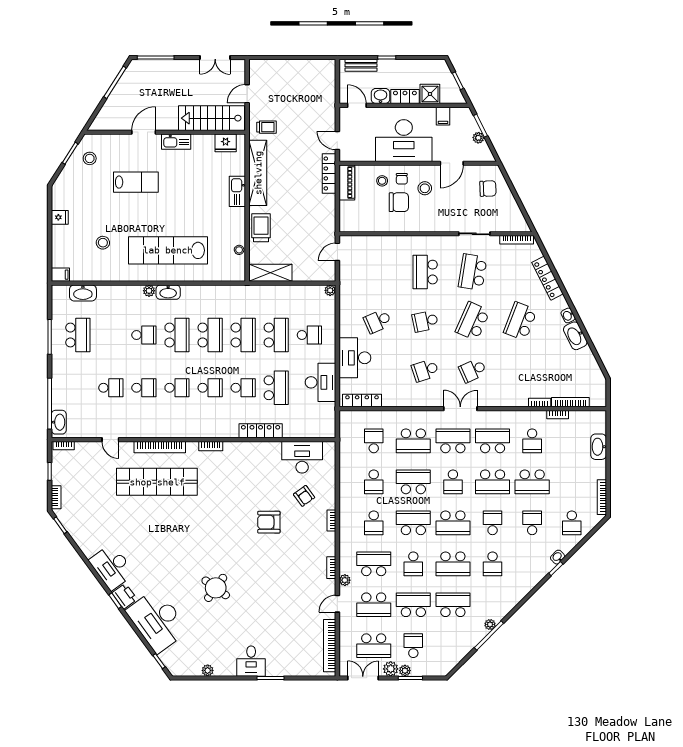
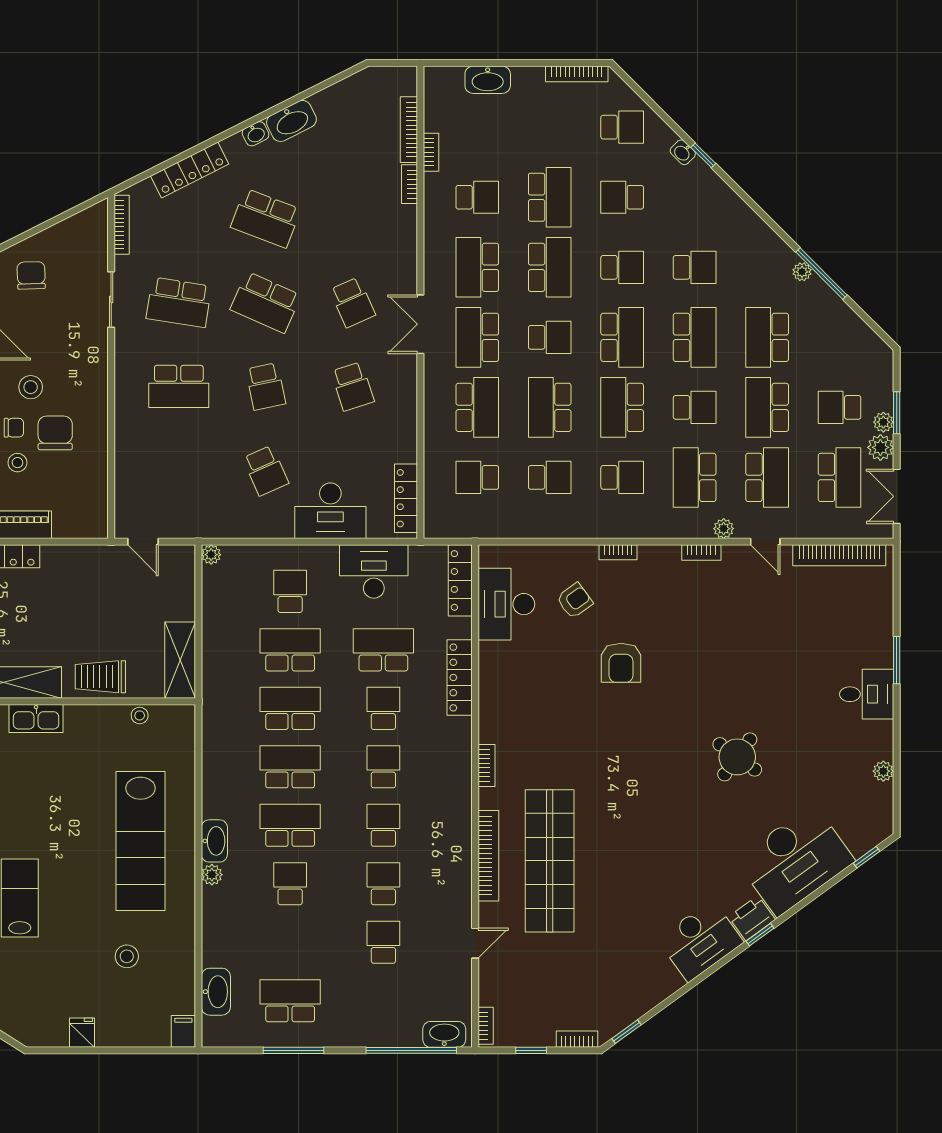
locker: (315, 431) -> (460, 580), added
school desk: (493, 523) -> (622, 267), turned 180

